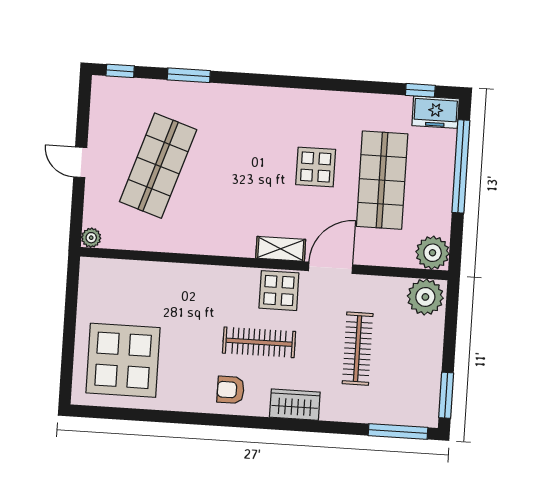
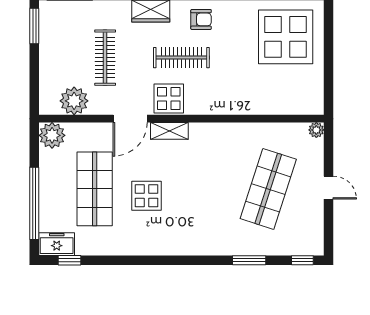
plant: (425, 297) -> (74, 101), moved

